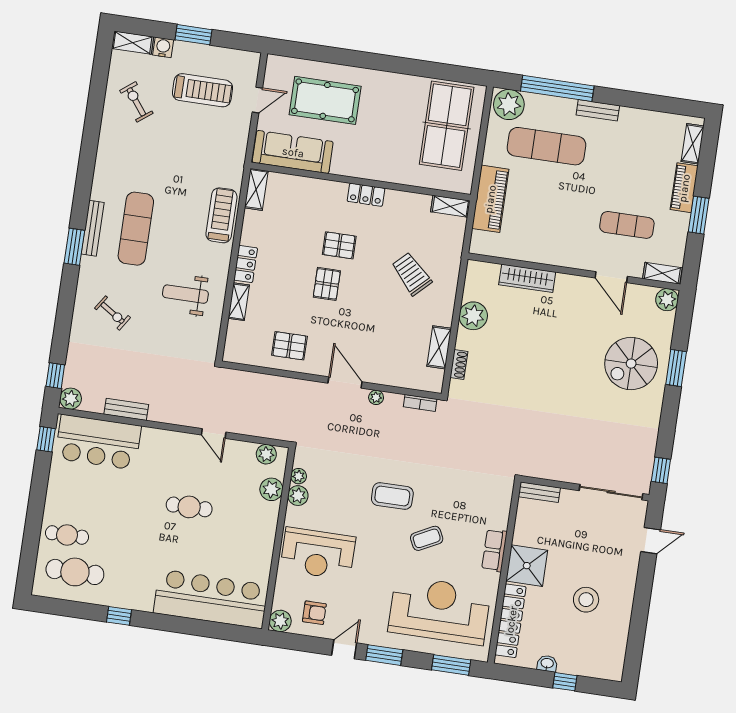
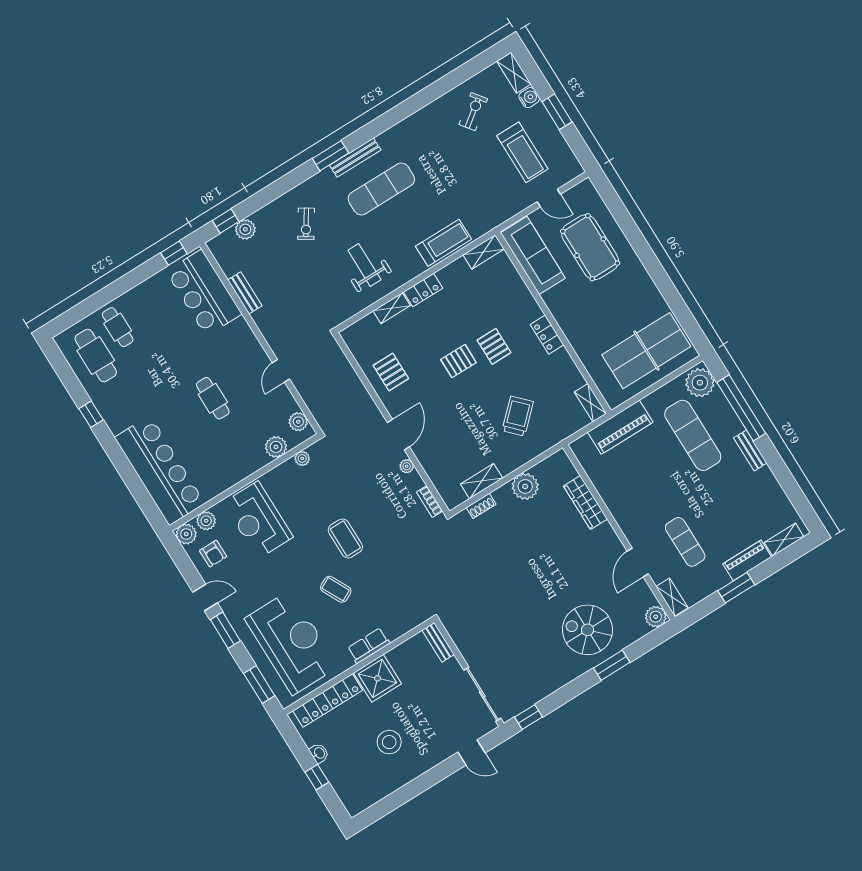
plant: (71, 399) -> (245, 229), moved
plant: (298, 496) -> (206, 521), moved

